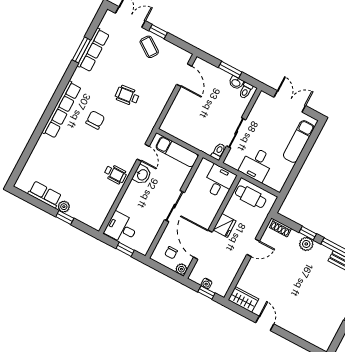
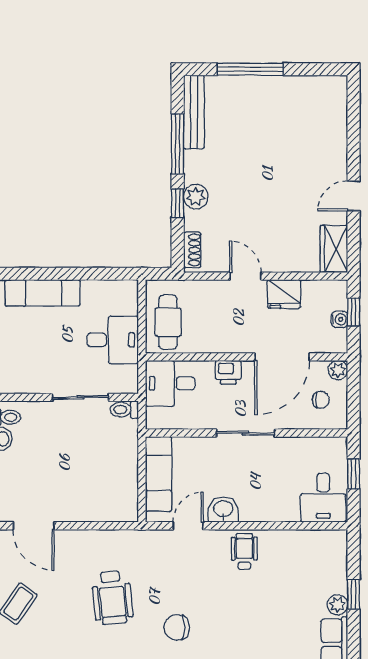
door: (184, 75) -> (34, 526), swing flipped
wheelchair: (127, 96) -> (112, 598), width x1.36, depth x1.37
printer: (209, 214) -> (228, 372), added
fridge: (225, 225) -> (284, 294), moved, turned 180

